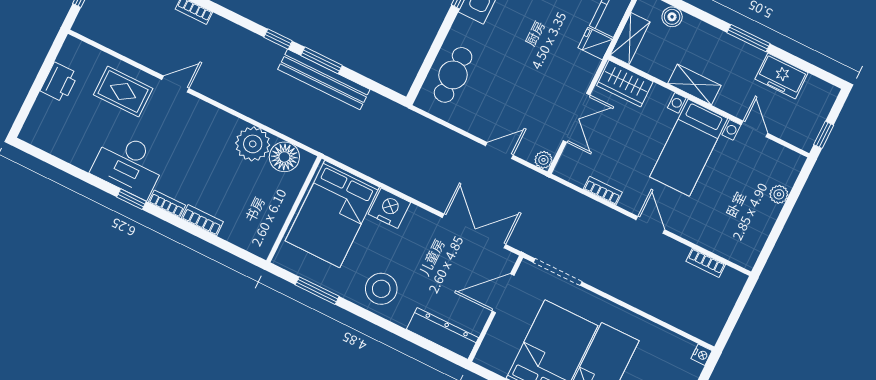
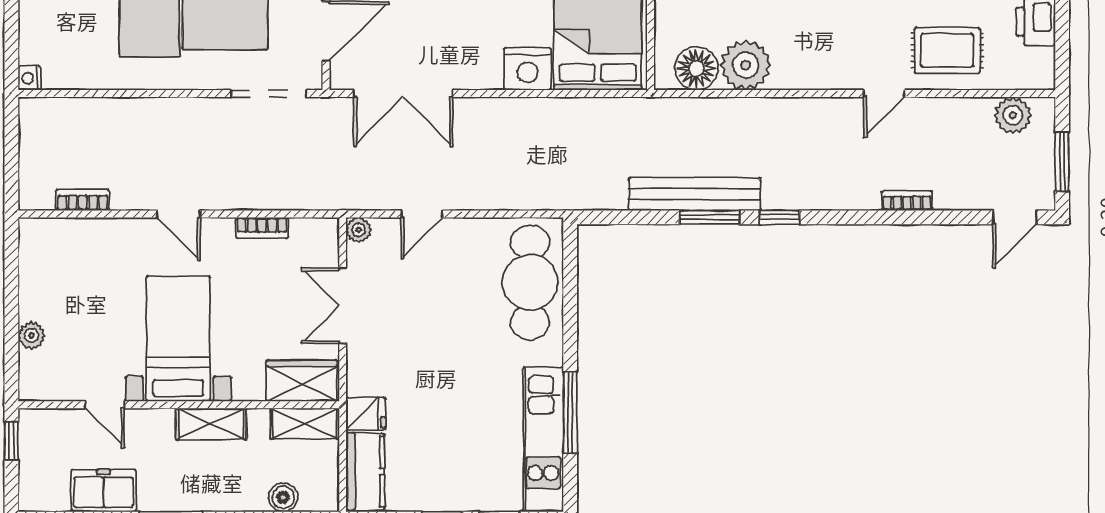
plant: (102, 31) -> (1013, 115), added
shelving: (630, 38) -> (305, 424), moved, turned 90
cafe table: (453, 75) -> (530, 282), width x1.37, depth x1.35

